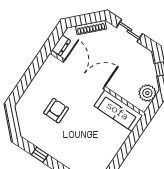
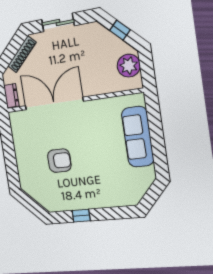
armchair: (56, 111) -> (59, 161), turned 90
sofa: (118, 111) -> (138, 137), moved, turned 90

